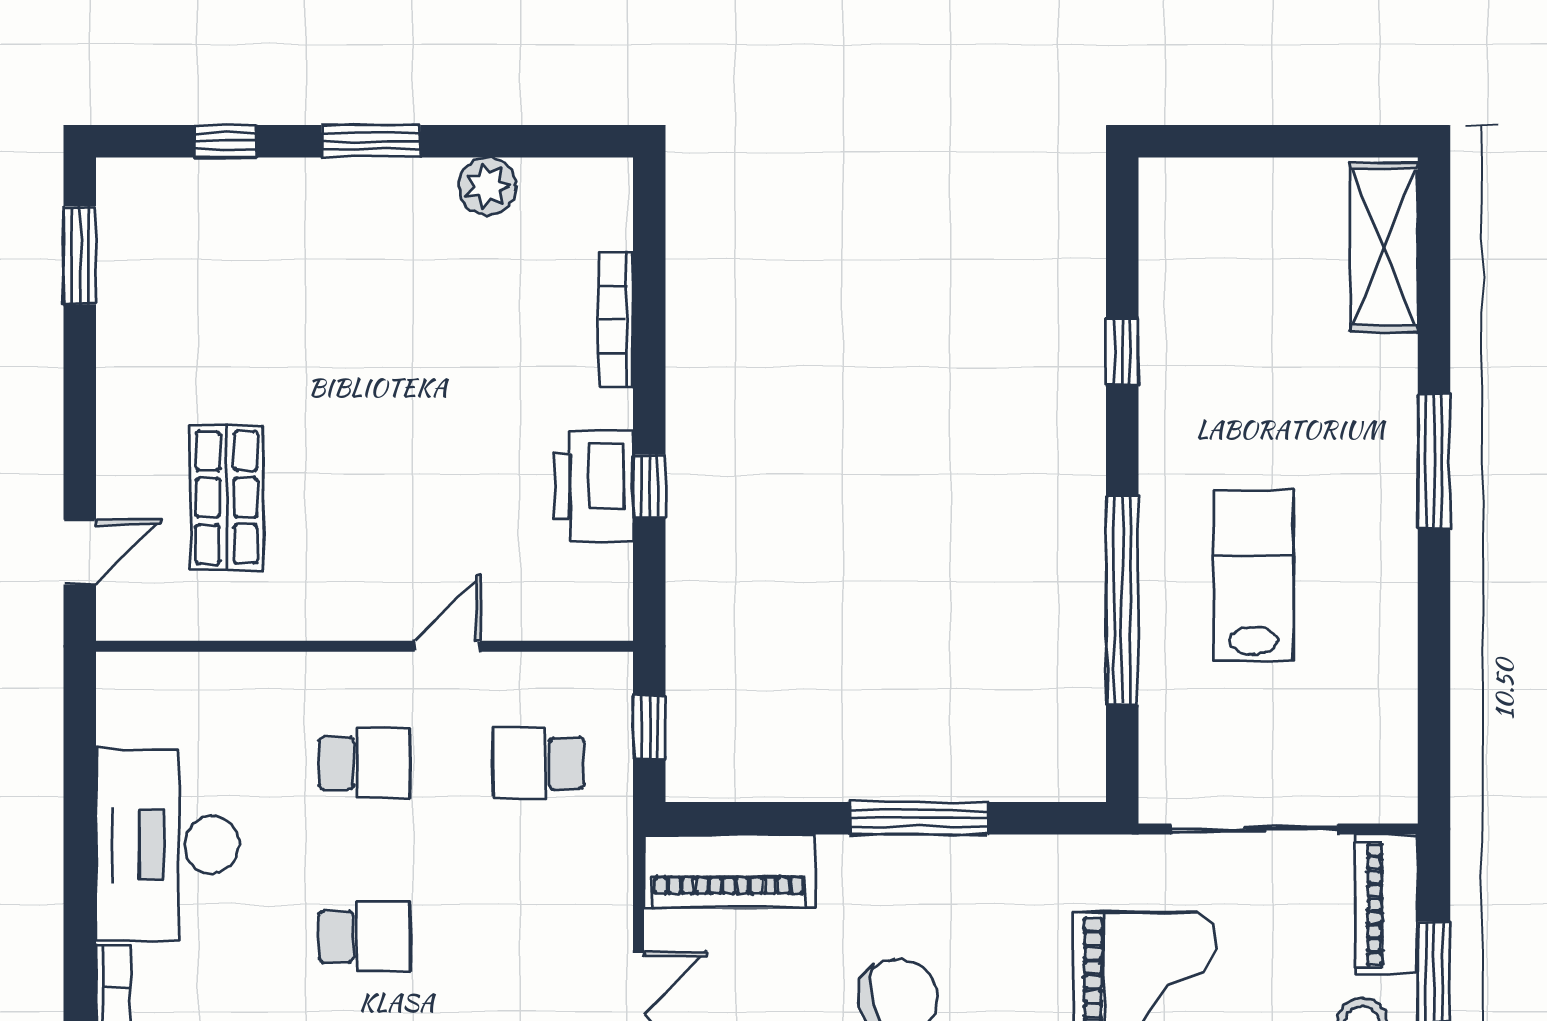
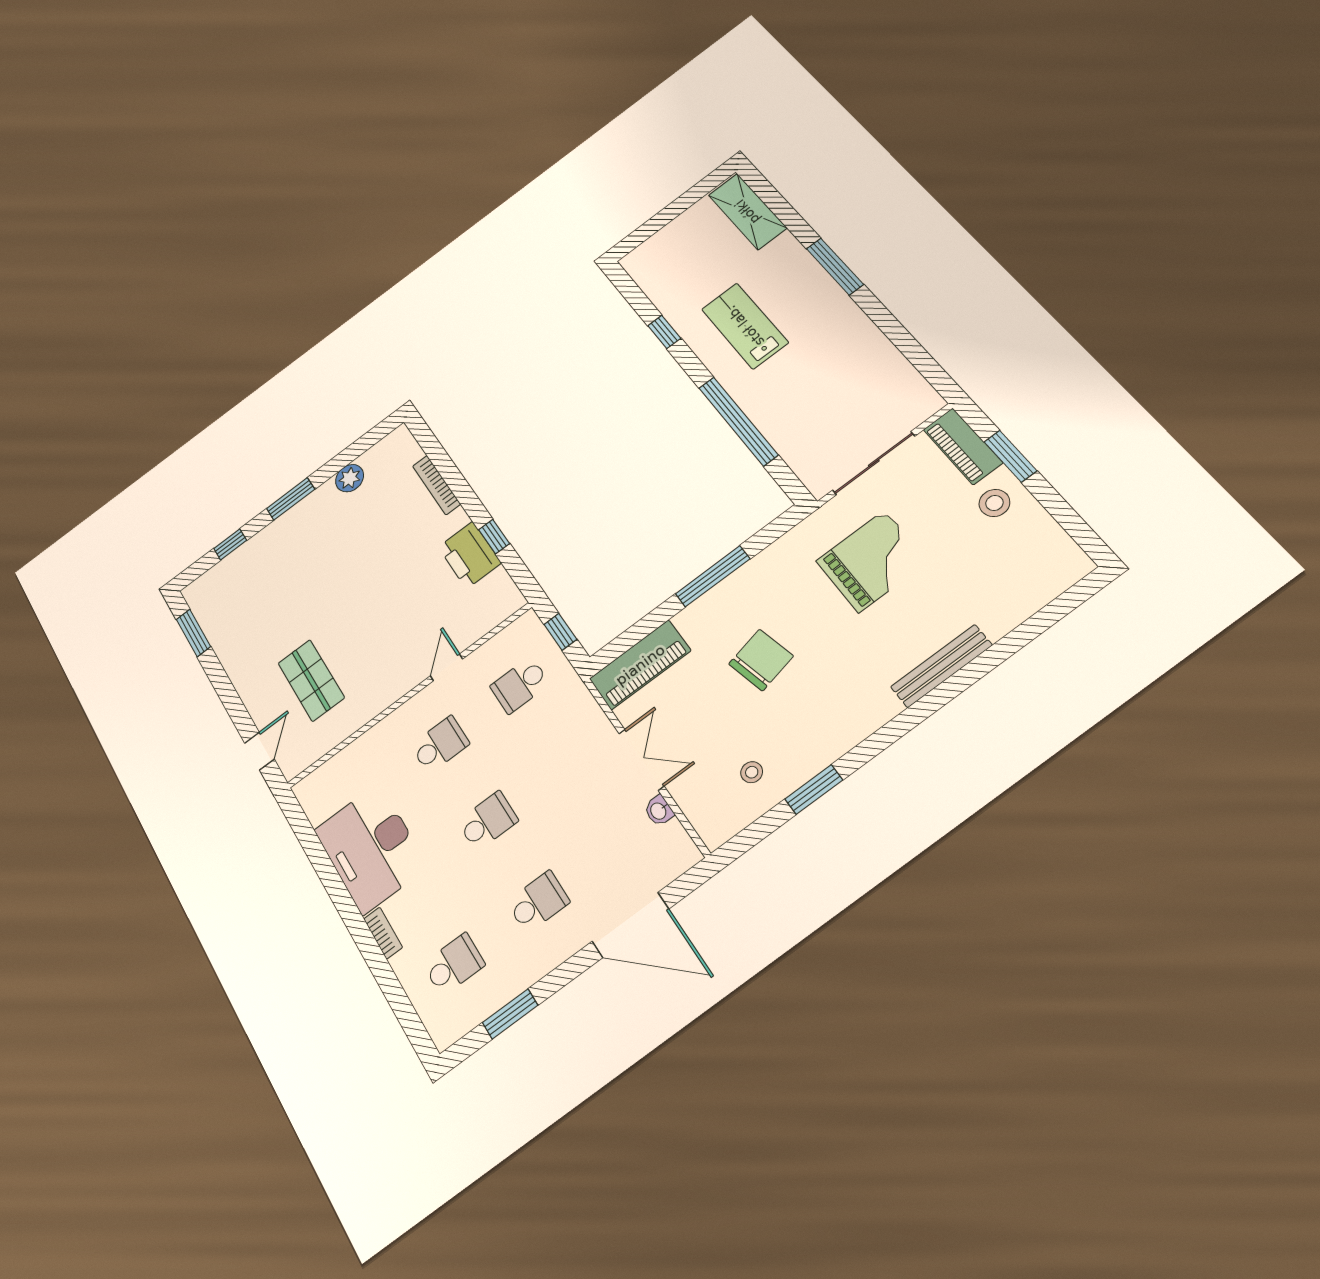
lab bench: (1254, 575) -> (745, 326), moved

